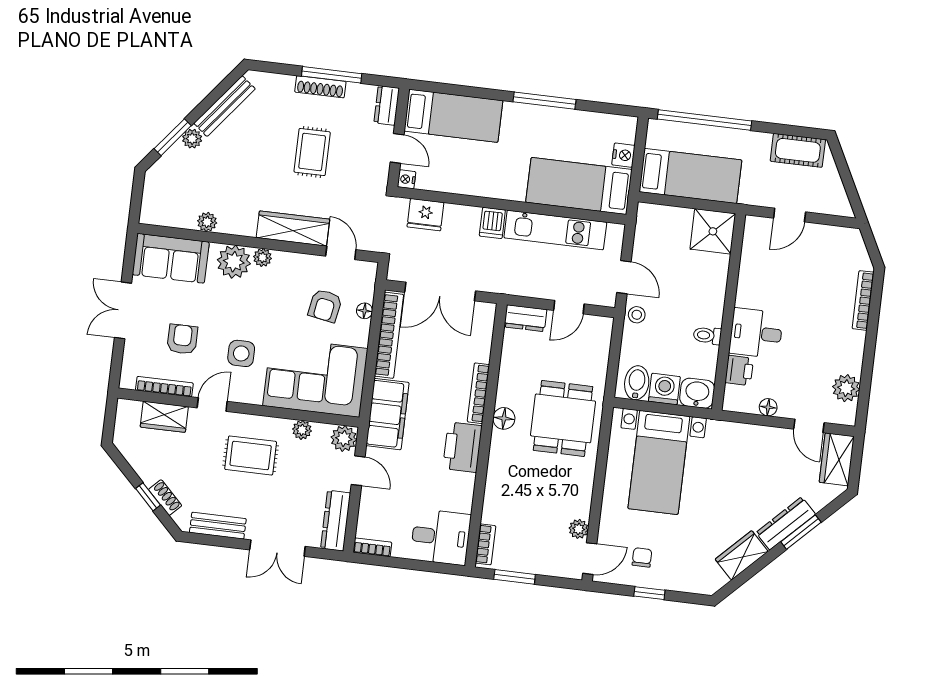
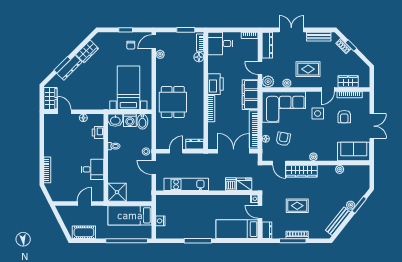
rug: (312, 152) -> (297, 206), turned 90
bed: (579, 186) -> (178, 205), removed
dishwasher: (492, 223) -> (231, 184), moved
plant: (234, 262) -> (326, 153), removed
desk: (756, 333) -> (93, 169), moved
plant: (846, 388) -> (50, 130), removed
floor lamp: (504, 418) -> (199, 57), moved

